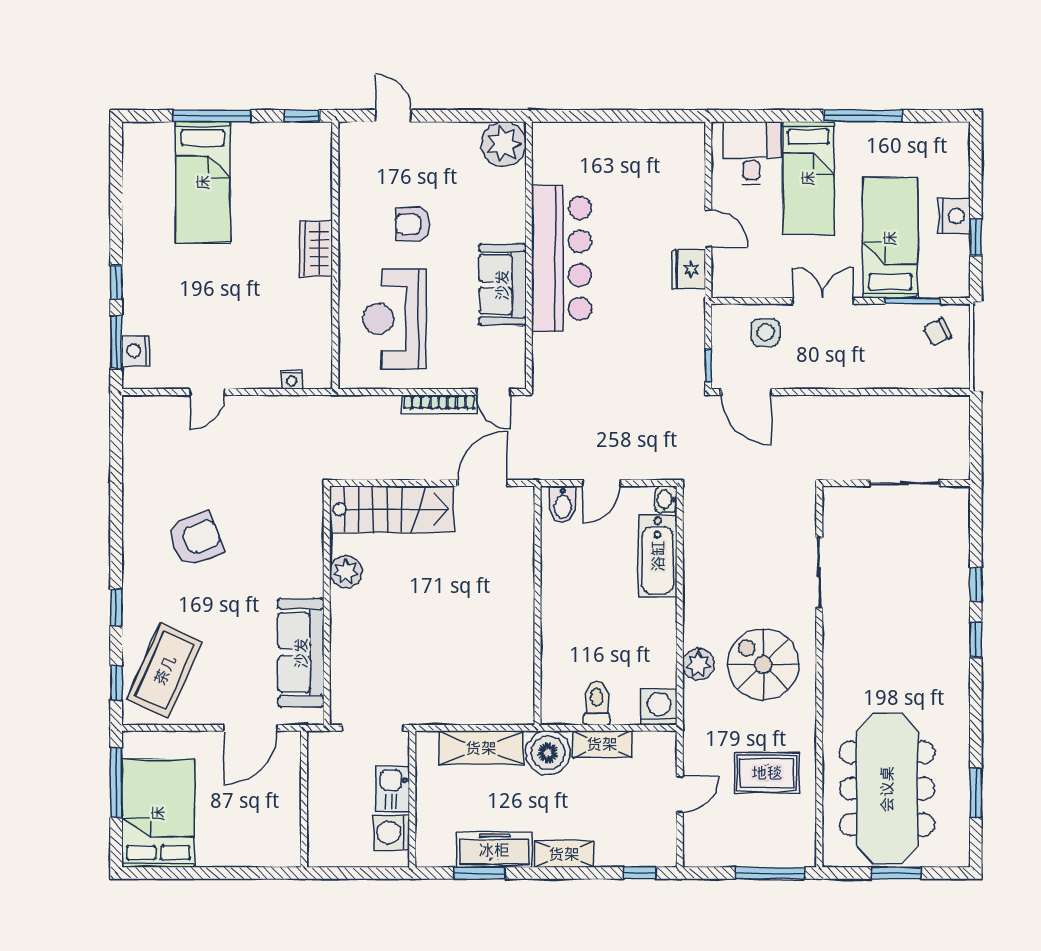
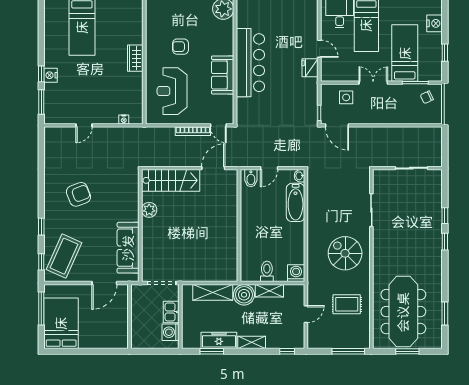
nightstand: (954, 216) -> (435, 23), moved
nightstand: (136, 351) -> (51, 75), moved
plant: (698, 664) -> (315, 253), removed

